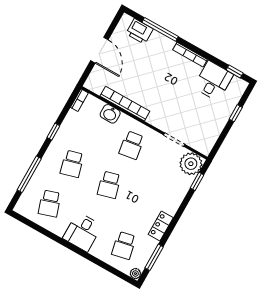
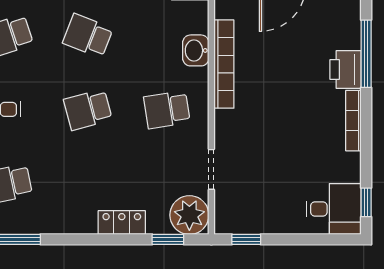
printer: (140, 31) -> (346, 70), moved
desk: (213, 81) -> (334, 209), moved
window: (236, 113) -> (246, 239), moved
school desk: (72, 164) -> (88, 36), turned 36
locker: (161, 226) -> (122, 223), moved

